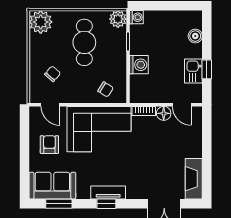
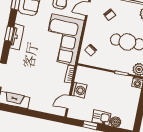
washing machine: (139, 65) -> (79, 90), moved, turned -90
kitchen sink: (193, 71) -> (101, 118), moved
floor lamp: (164, 113) -> (65, 88), removed

